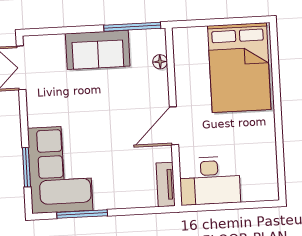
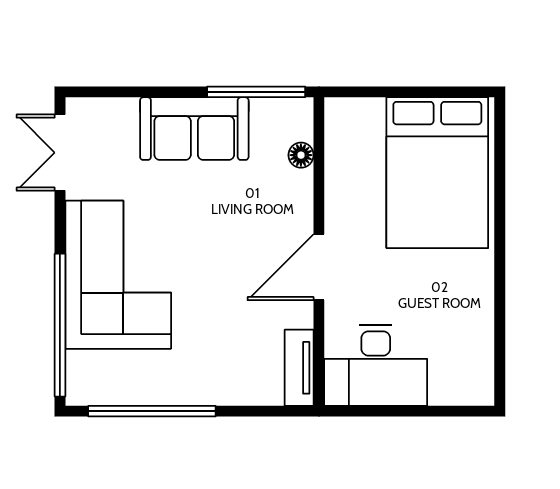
window: (26, 167) -> (60, 325), width x2.11
corner sofa: (60, 169) -> (118, 275), moved
window: (82, 214) -> (152, 411), width x1.46

